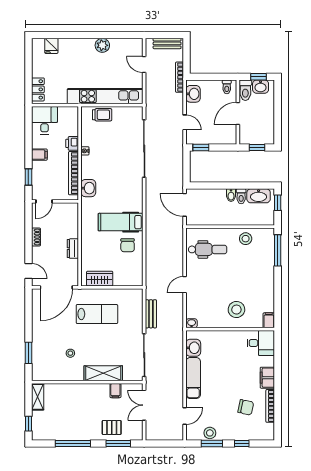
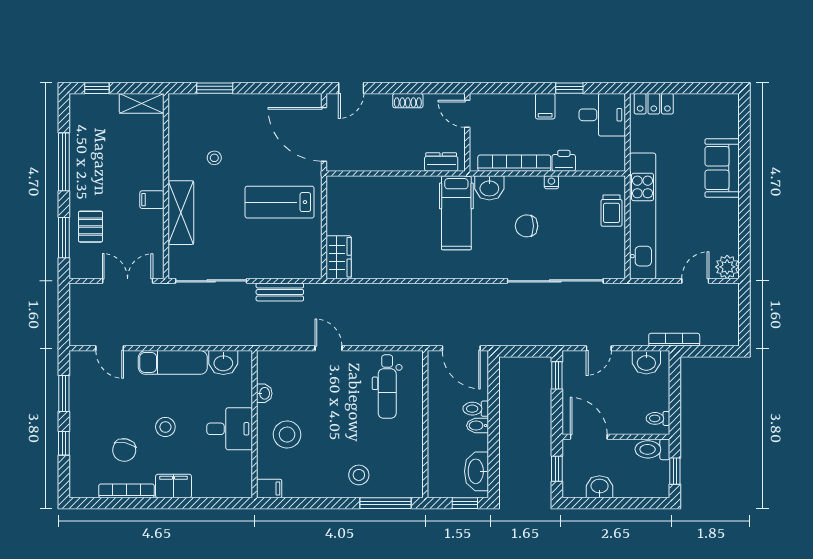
bench: (167, 43) -> (730, 319), removed
plant: (102, 45) -> (727, 267), moved
fridge: (51, 46) -> (726, 126), removed
sofa: (76, 48) -> (722, 168), added
washbasin: (261, 87) -> (600, 487), moved, turned 90
door: (238, 113) -> (589, 437), moved
window: (28, 177) -> (569, 88), moved
toilet: (241, 196) -> (476, 409), moved
door: (185, 205) -> (461, 348), swing flipped
hospital bed: (121, 222) -> (456, 213), moved, turned 180
stool: (246, 239) -> (359, 475), moved
chair: (128, 245) -> (527, 226), moved
dresser: (73, 249) -> (441, 162), moved
wardrobe: (100, 279) -> (339, 257), moved
lab bench: (97, 314) -> (280, 202), turned 90
washbasin: (192, 323) -> (264, 393), moved
desk: (261, 343) -> (230, 429), moved, turned -90
filing cabinet: (115, 391) -> (152, 200), moved
stool: (210, 433) -> (165, 427), moved

